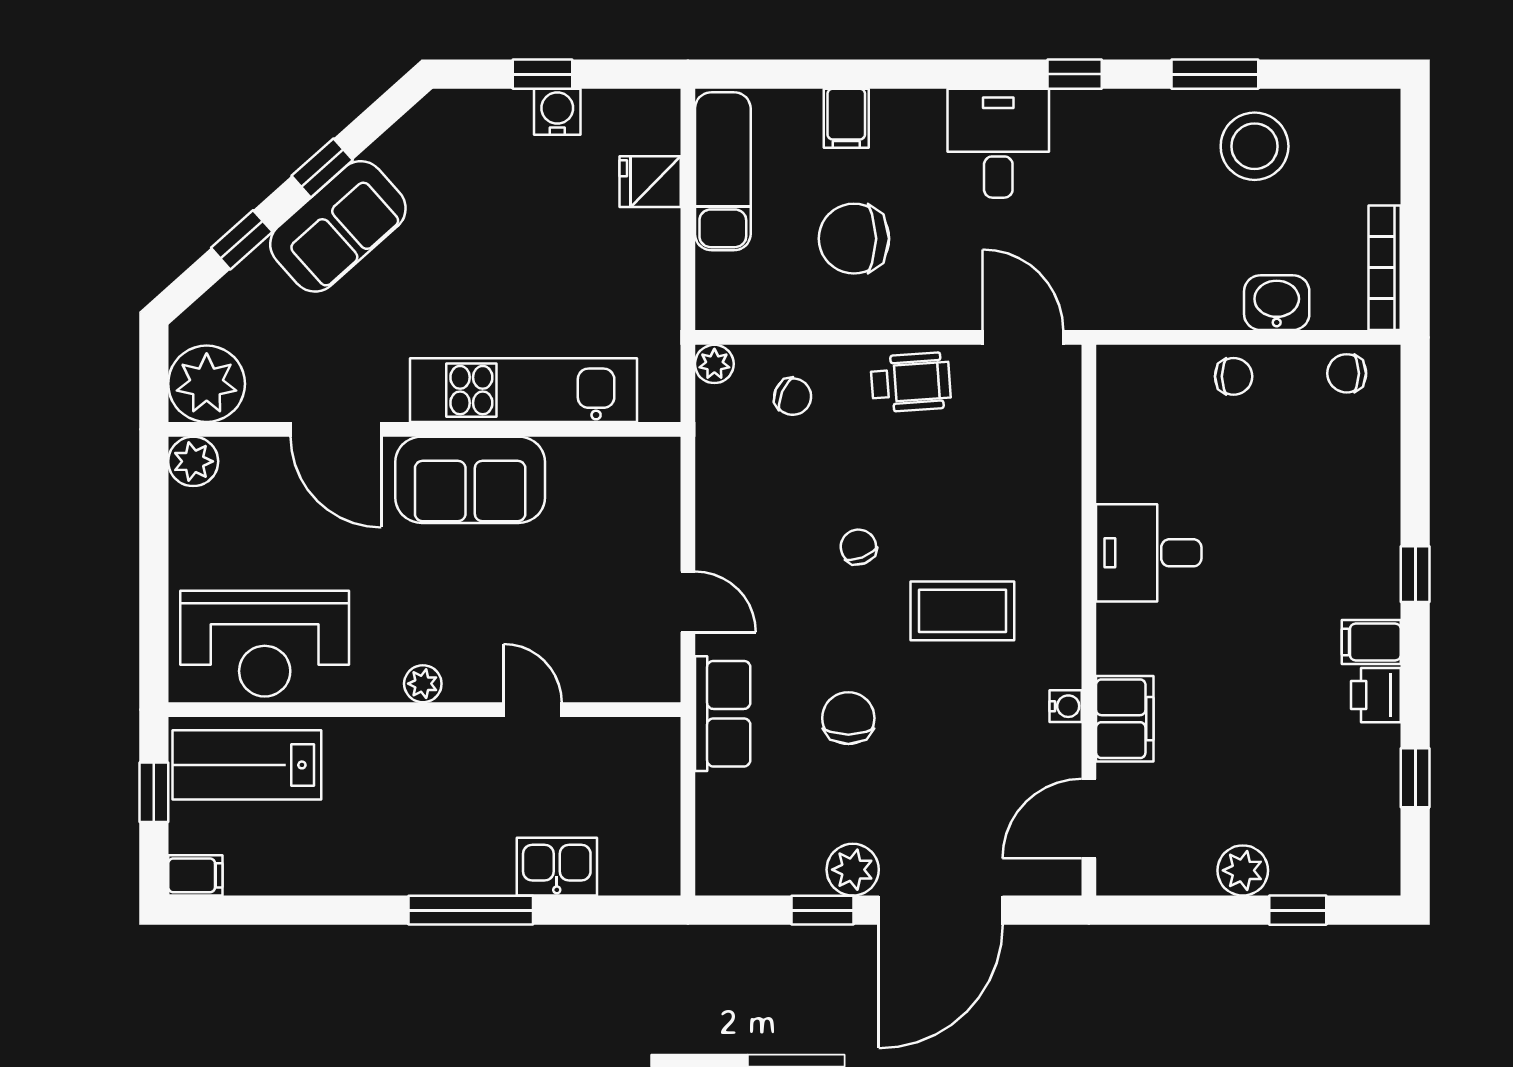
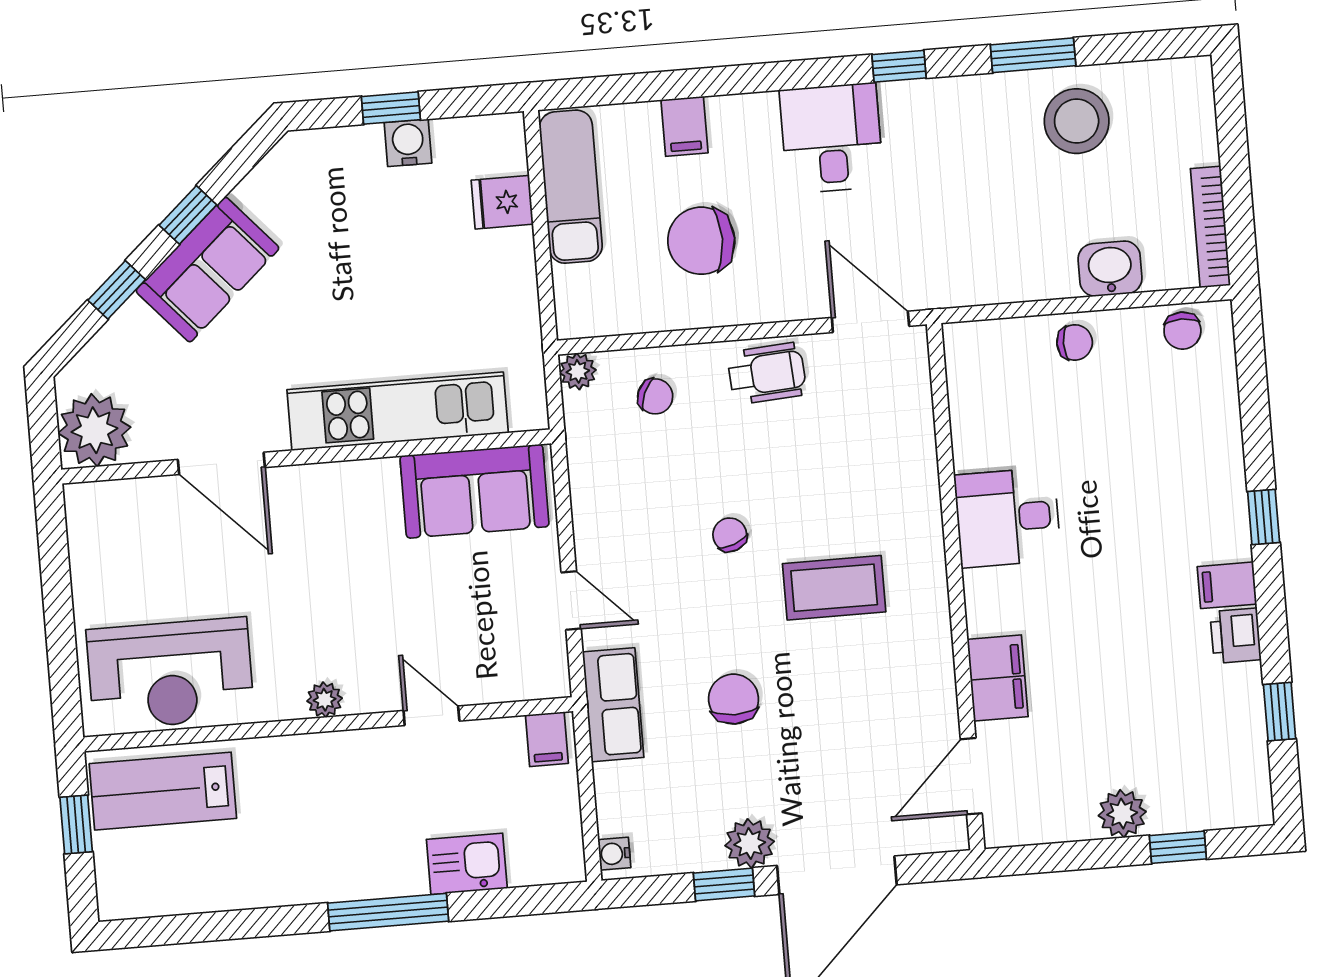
chair: (1347, 373) -> (1182, 331), turned -90
plant: (193, 461) -> (88, 505), removed
sofa: (470, 480) -> (475, 491), moved
water cooler: (1066, 706) -> (614, 854), moved, turned 180
filing cabinet: (195, 875) -> (547, 739), moved, turned 90

